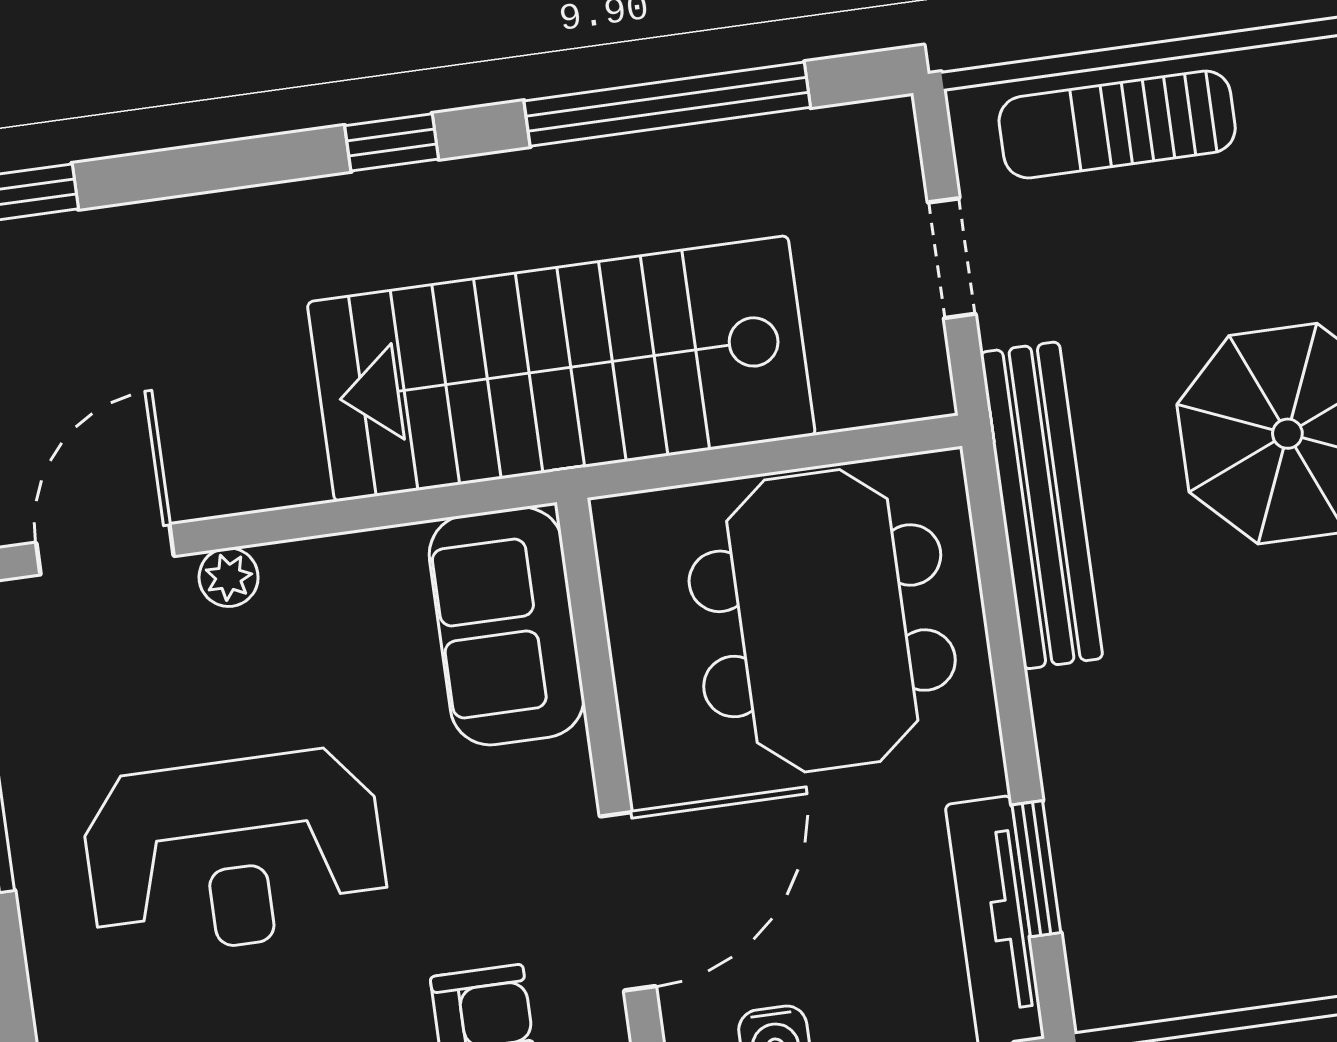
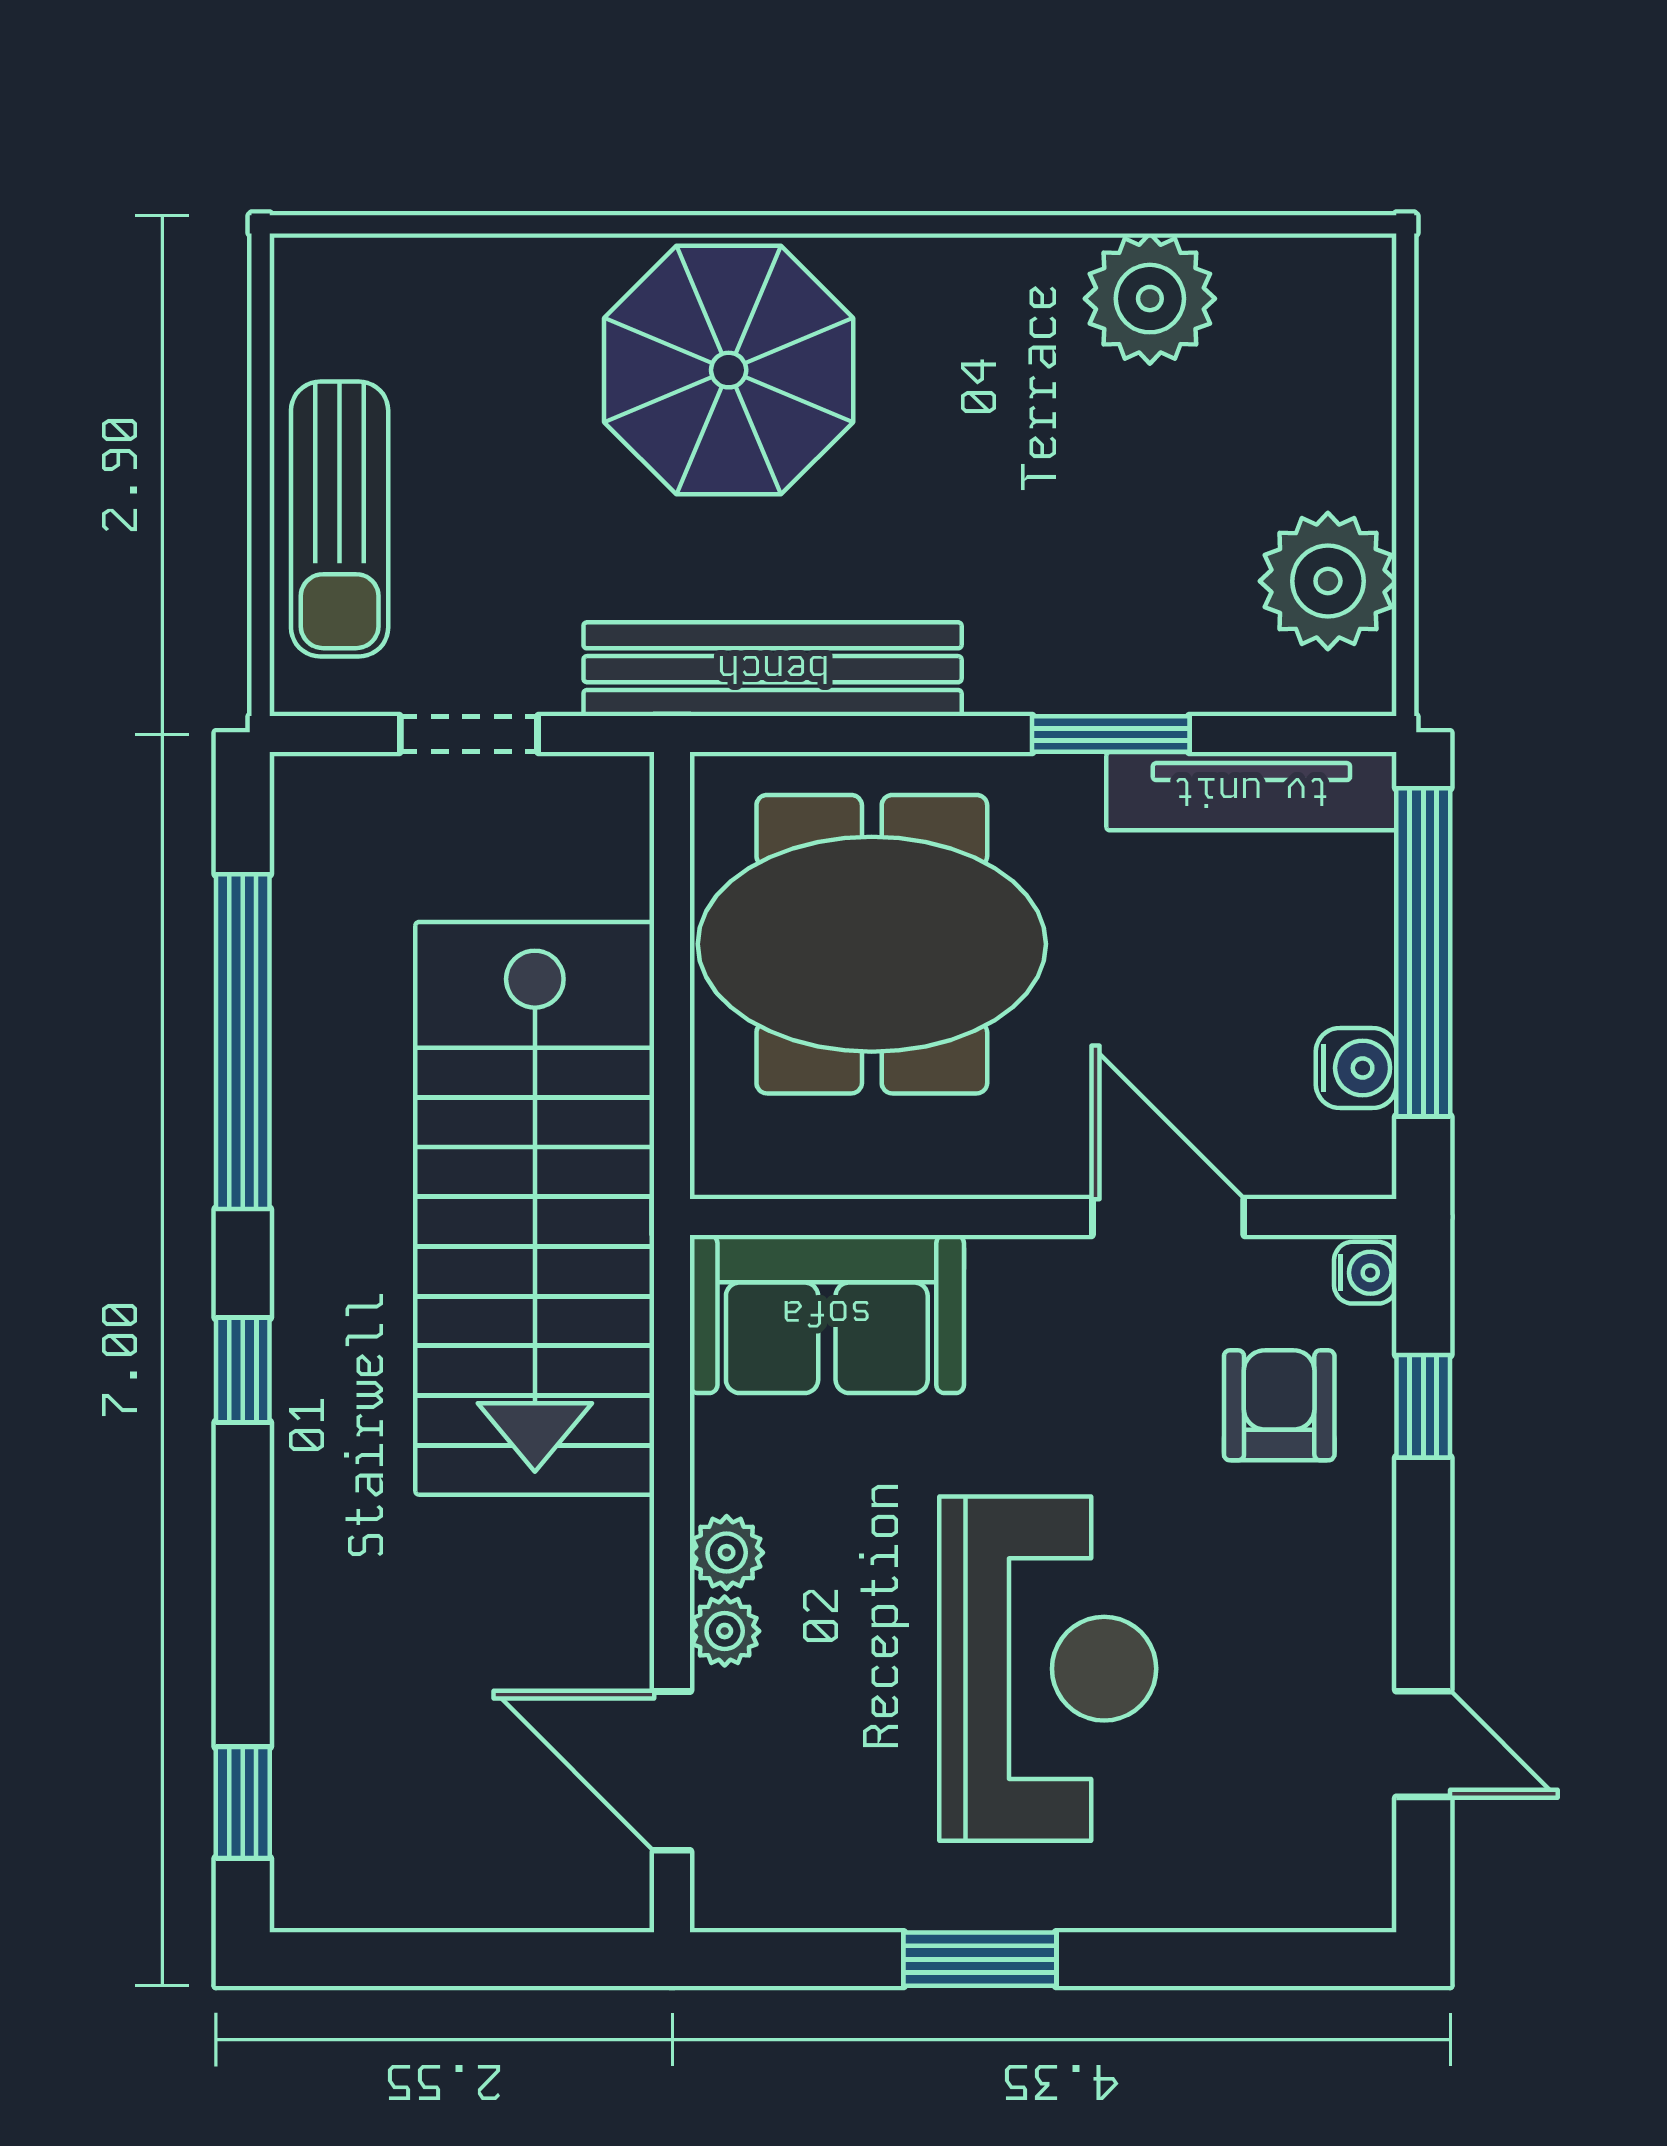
plant: (295, 570) -> (727, 1553), added
window: (1036, 869) -> (1111, 734), moved
door: (628, 901) -> (1168, 1217), width x0.73
plant: (1180, 961) -> (1328, 581), added

